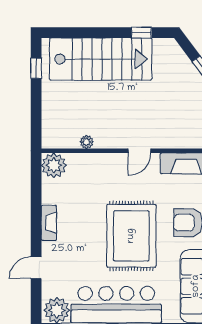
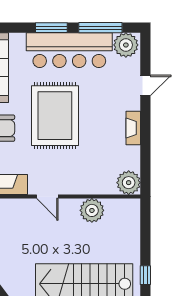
plant: (87, 142) -> (92, 210), width x1.88, depth x1.88
door: (139, 151) -> (47, 196), swing flipped

